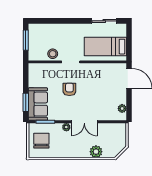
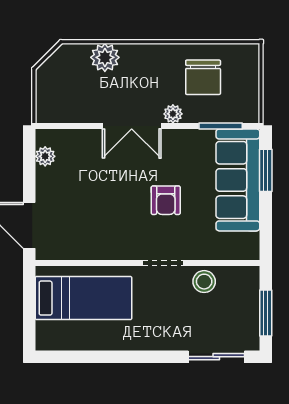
sliding door: (104, 21) -> (216, 357), moved
sofa: (38, 104) -> (238, 180), width x1.36
double door: (84, 122) -> (132, 126), swing flipped
chair: (41, 141) -> (203, 77), moved

